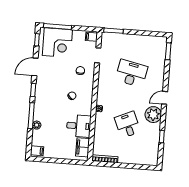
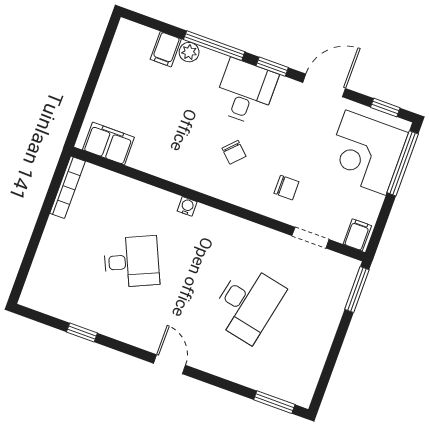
door: (35, 67) -> (324, 85), hinge flipped
plant: (153, 115) -> (138, 327), removed
desk: (79, 126) -> (245, 92), moved, turned 180
filing cabinet: (37, 151) -> (166, 49), moved

